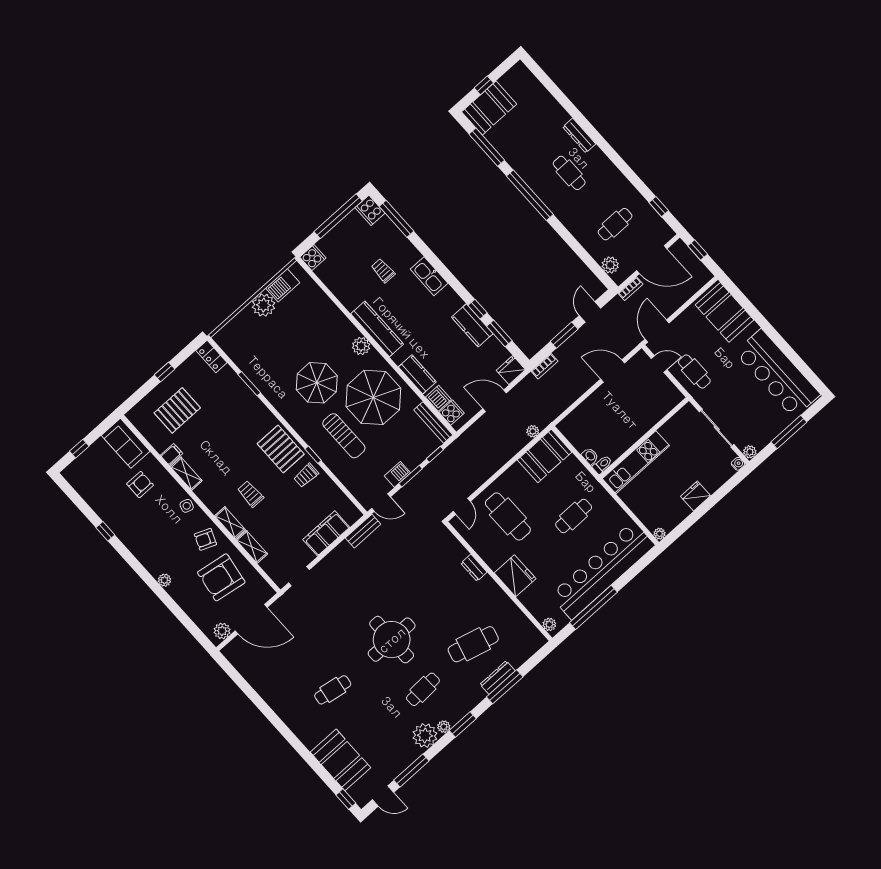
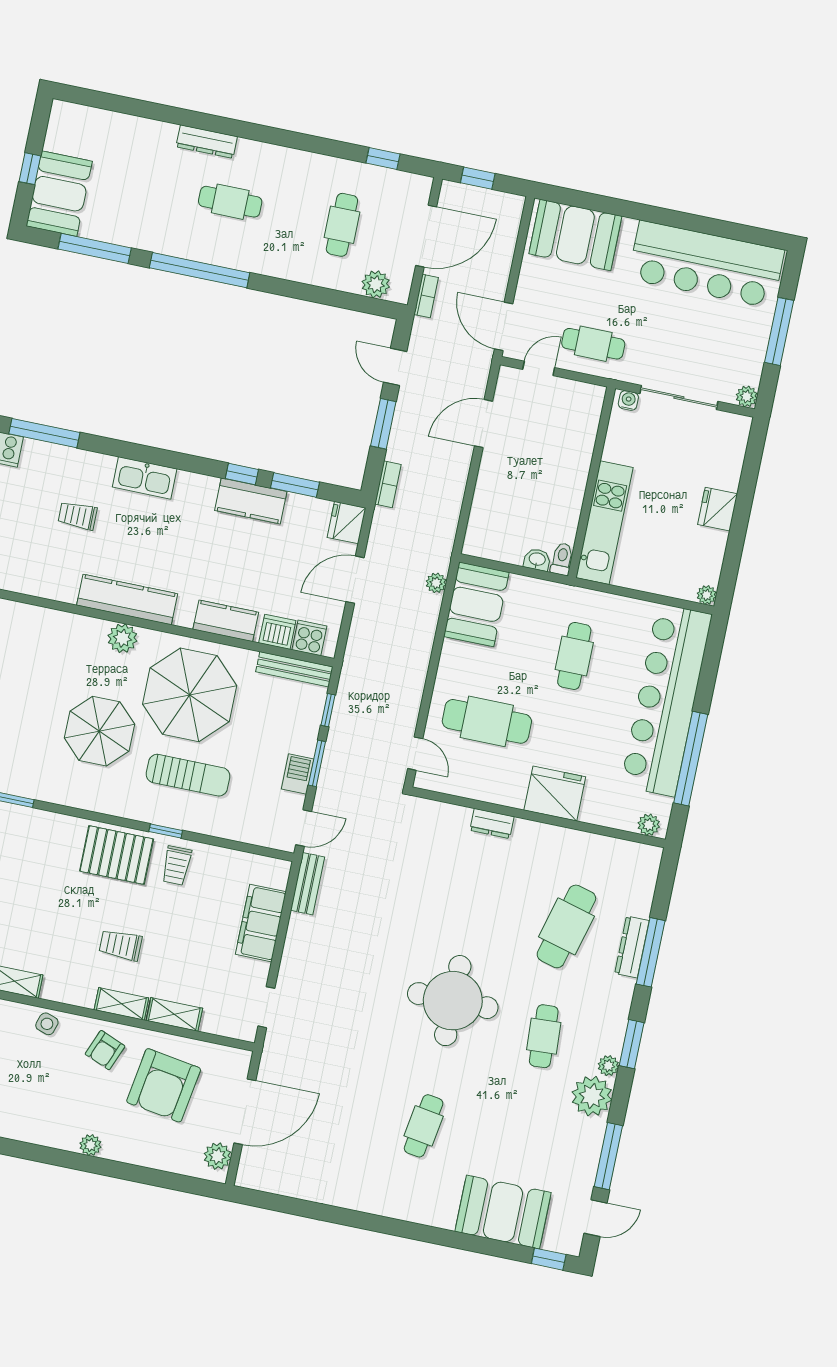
water cooler: (738, 464) -> (628, 400), moved

